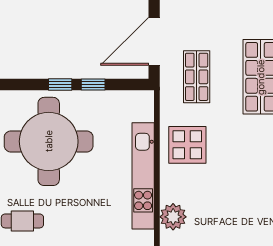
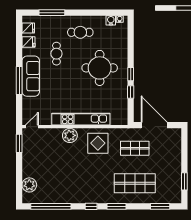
round table: (49, 141) -> (100, 68), width x0.73, depth x0.73
plant: (173, 217) -> (70, 135), moved

